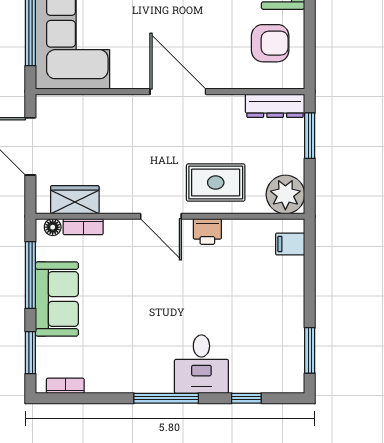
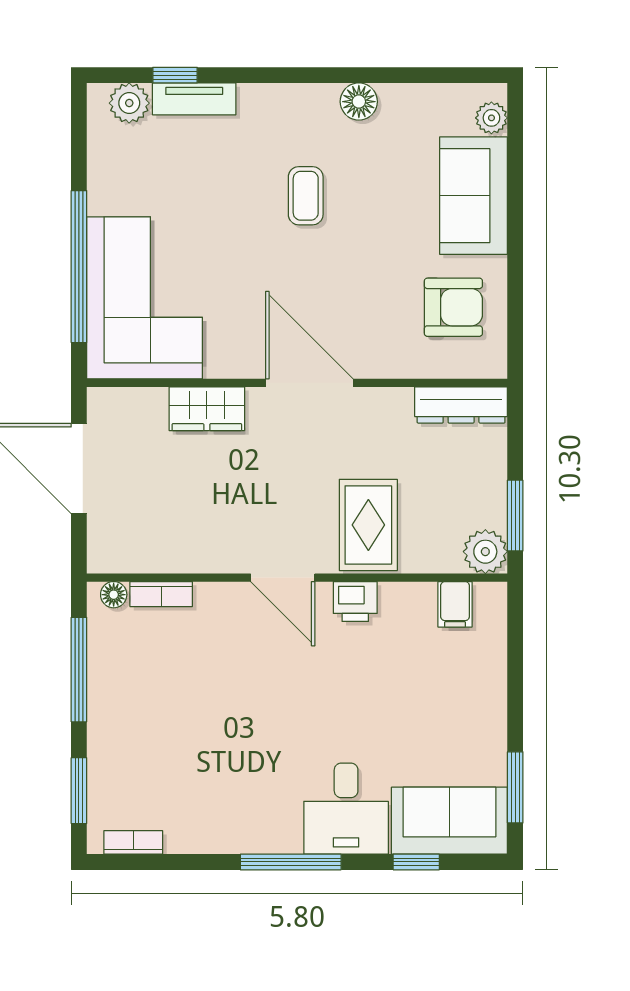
window: (310, 136) -> (515, 516), moved
rug: (216, 183) -> (368, 525), turned 90
plant: (285, 194) -> (485, 552), width x0.73, depth x0.73
wardrobe: (75, 200) -> (207, 409), moved, turned 180
filing cabinet: (290, 244) -> (455, 604), moved, turned -90
sofa: (57, 299) -> (449, 821), moved, turned -90

